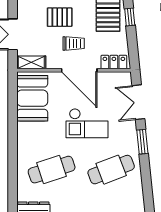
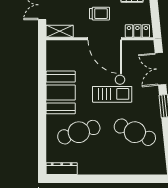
booth: (32, 98) -> (61, 92), moved
cafe table: (111, 170) -> (135, 132), turned 45

